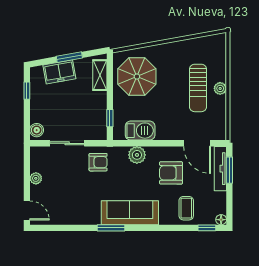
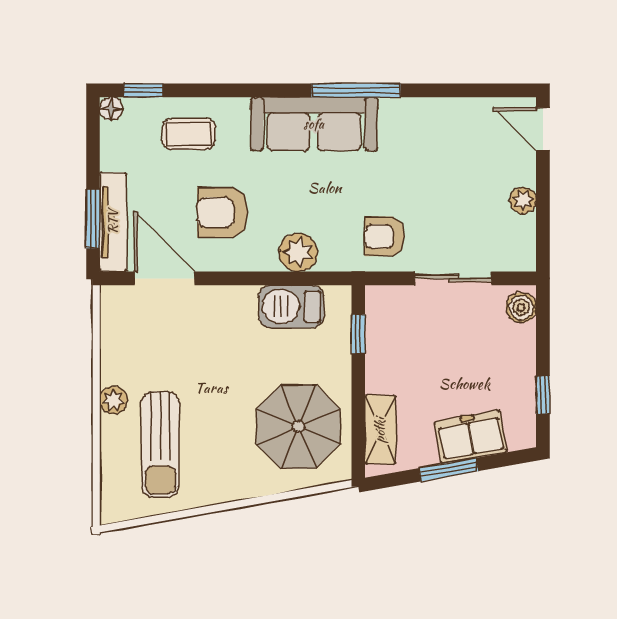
sun lounger: (198, 88) -> (160, 444), moved, turned 180
armchair: (171, 173) -> (223, 212), turned 180
coffee table: (186, 208) -> (189, 134), turned 90
window: (111, 228) -> (356, 90), width x1.44

